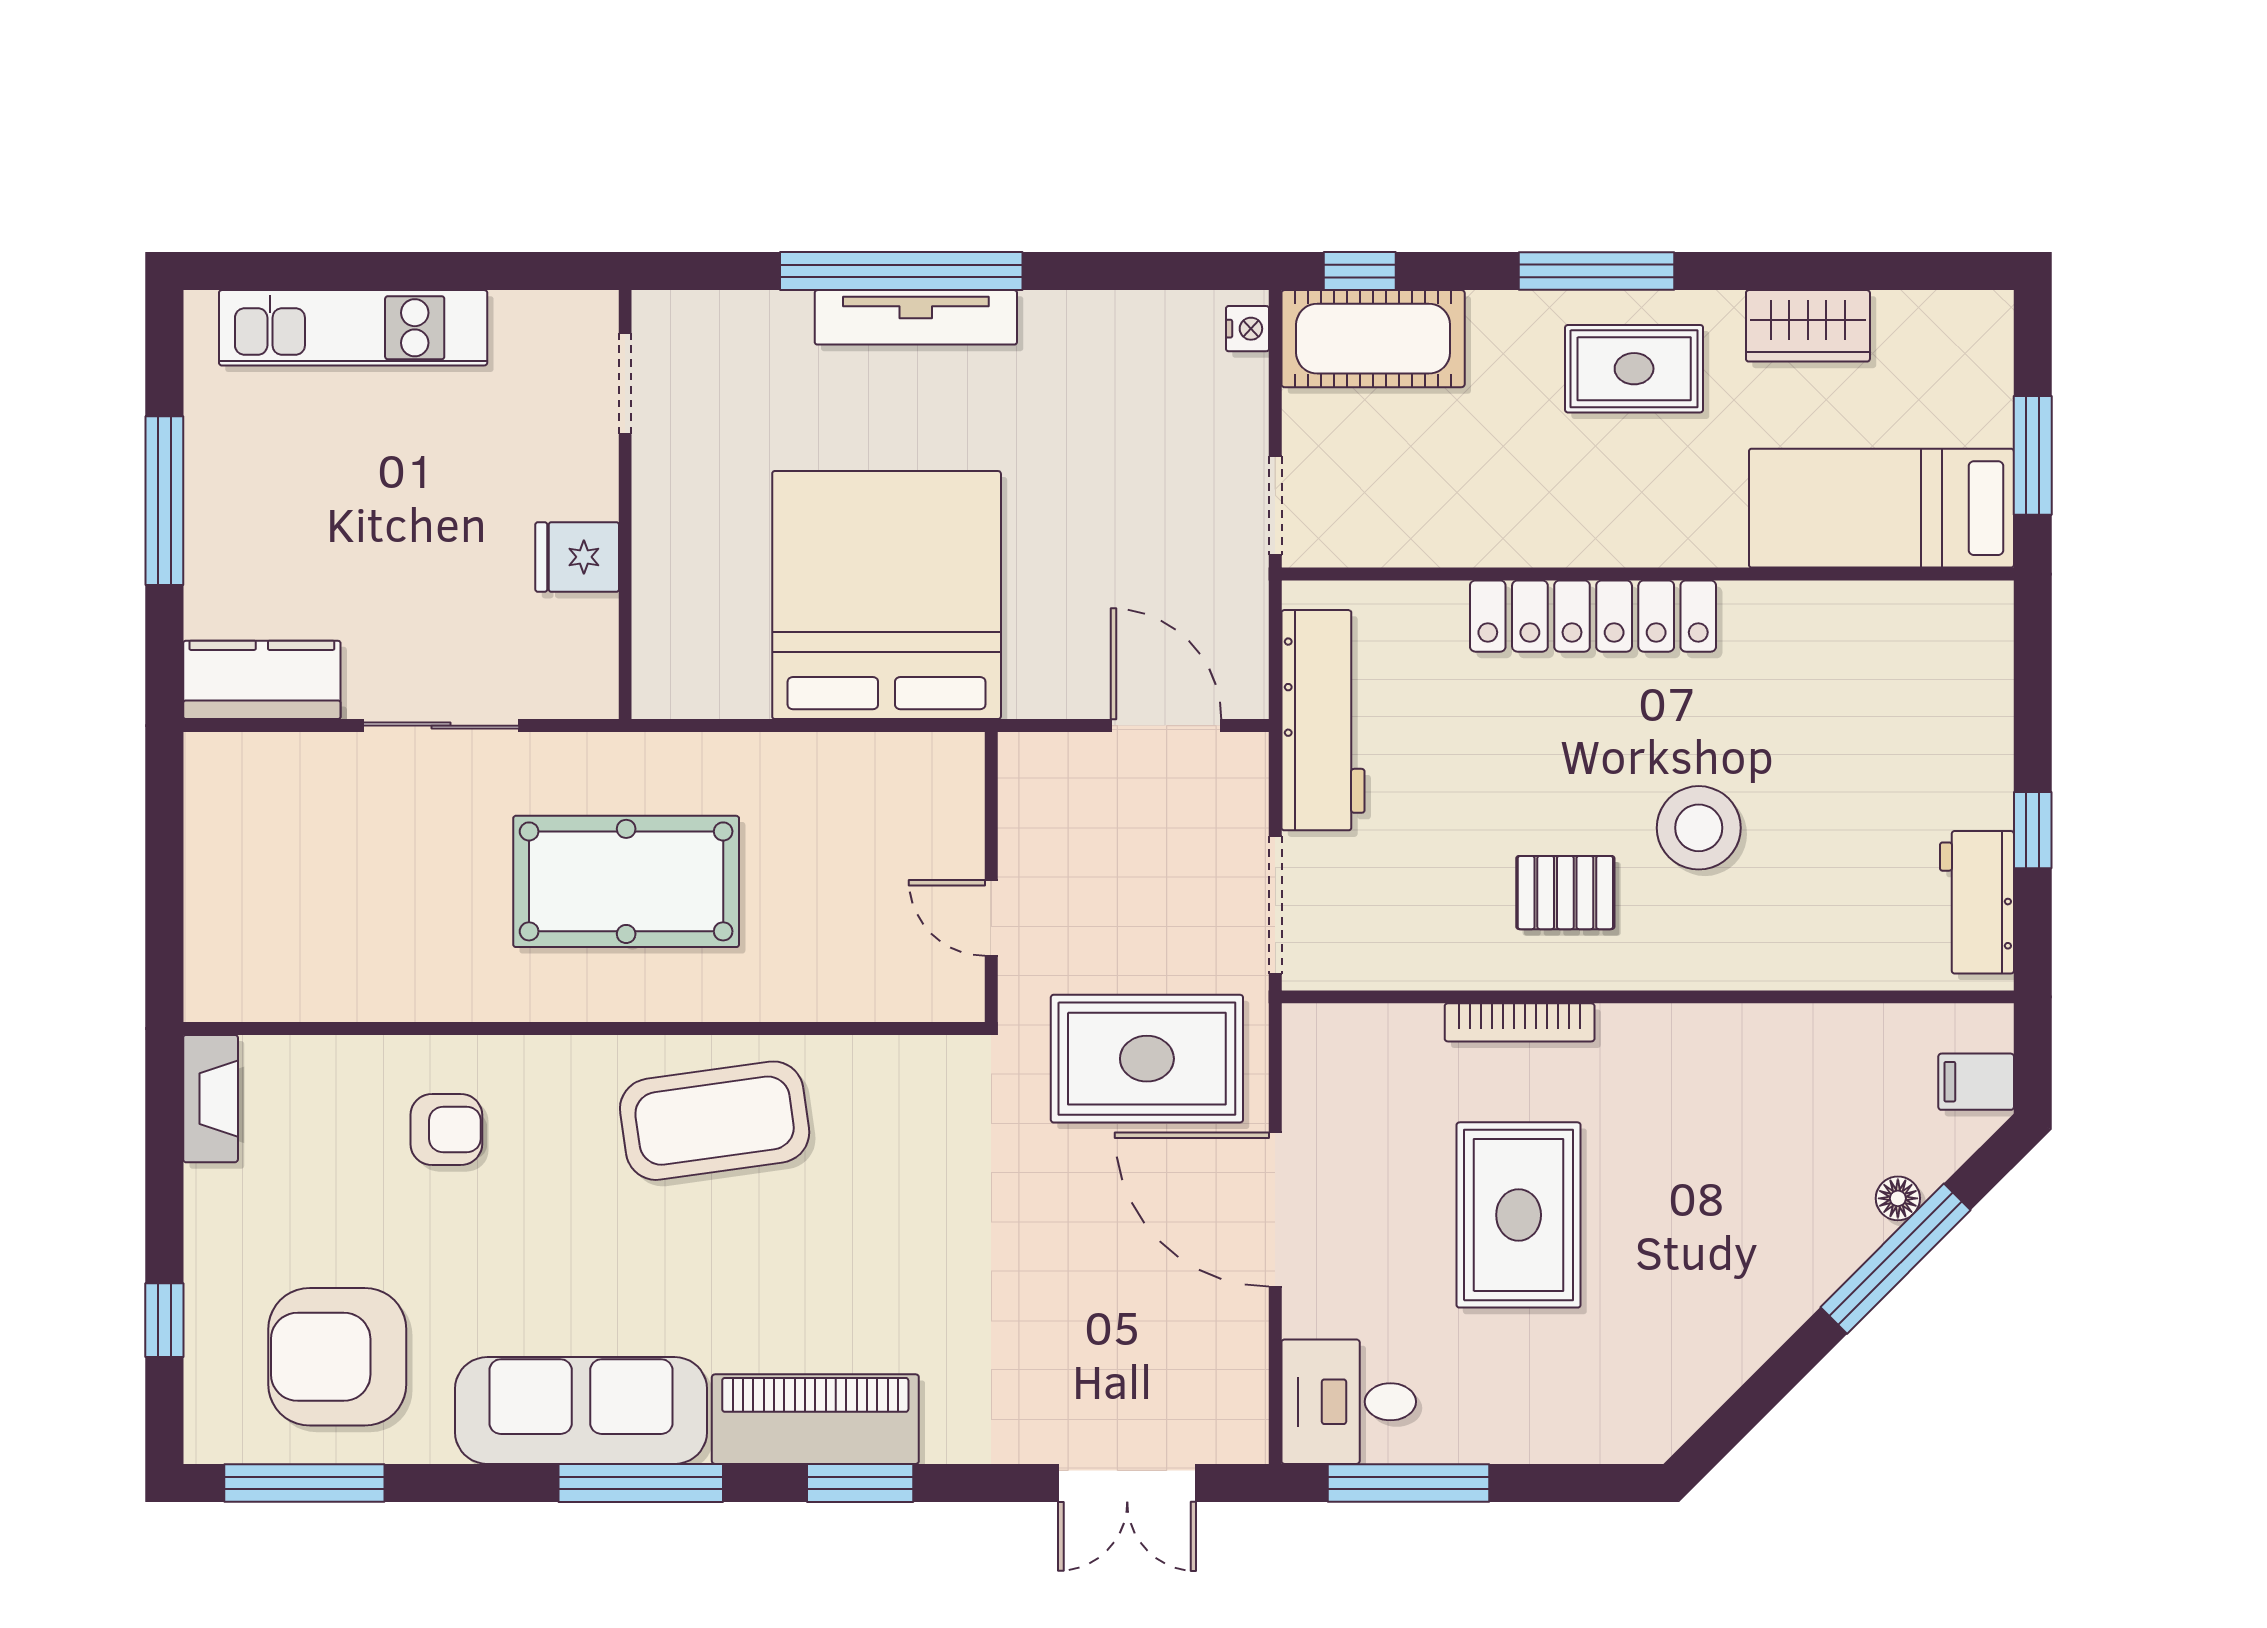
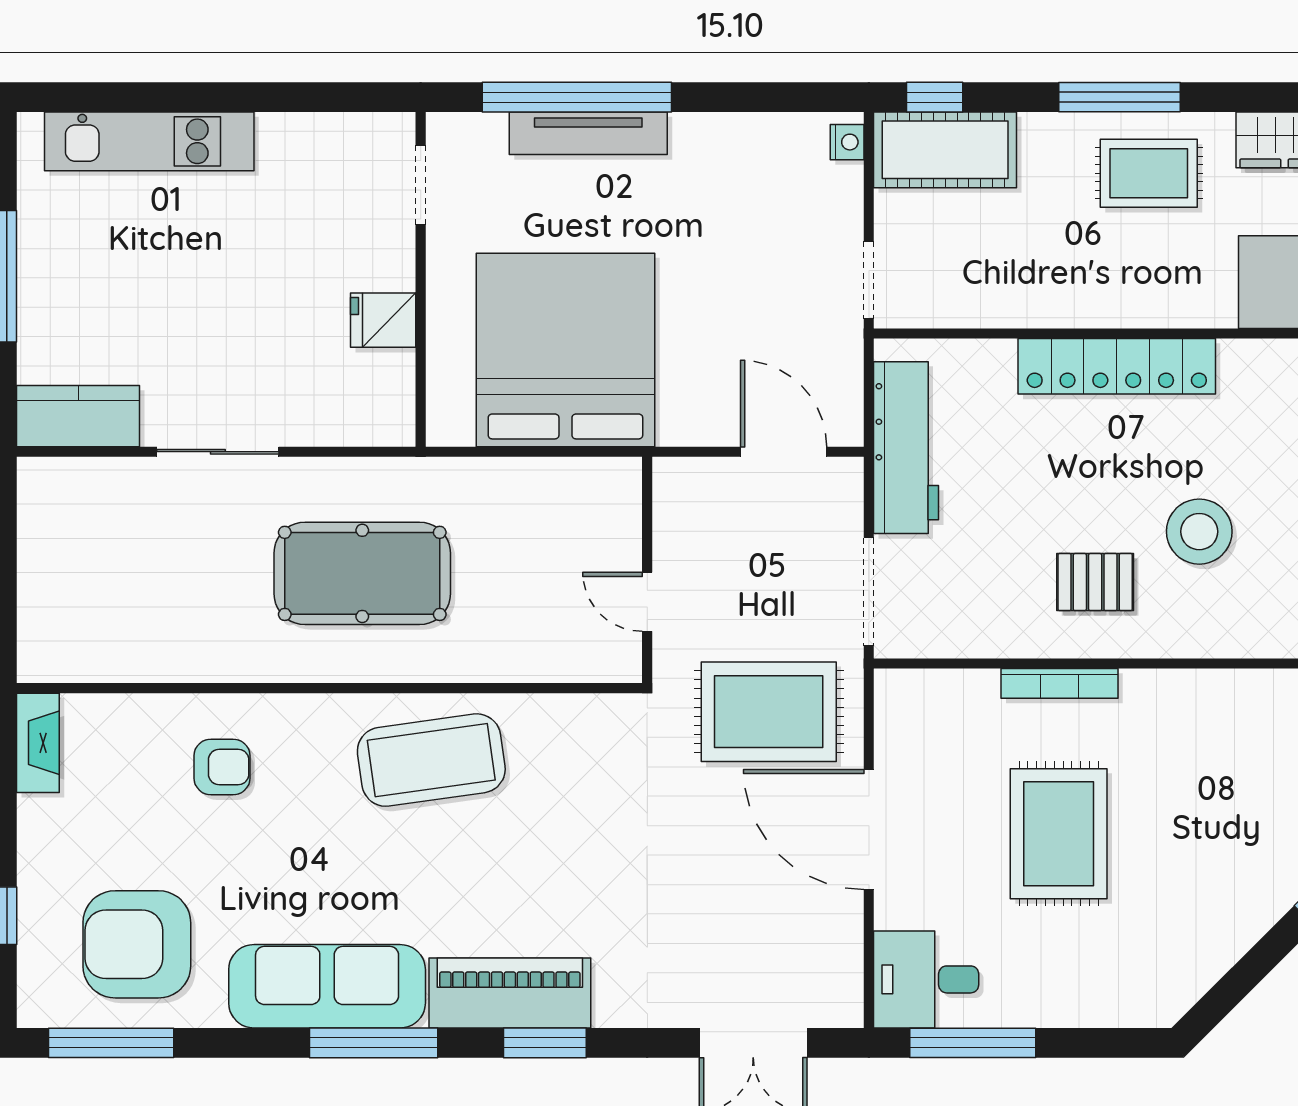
doorway: (625, 384) -> (421, 185), moved
wall: (625, 505) -> (421, 279), moved
fridge: (577, 557) -> (383, 320), moved

